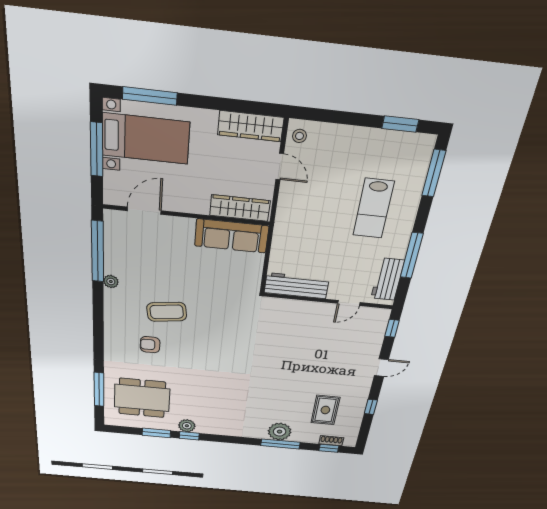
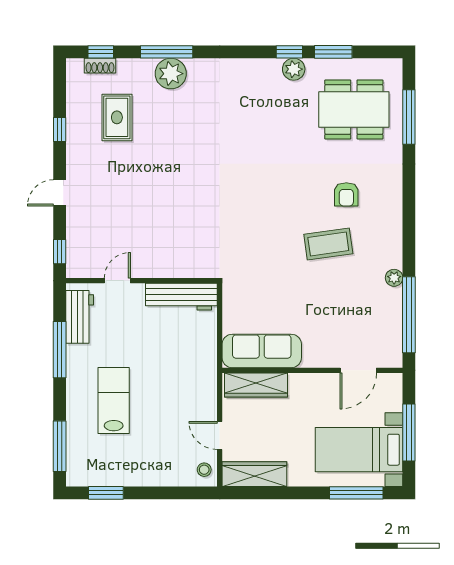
armchair: (150, 345) -> (346, 194), turned 90

